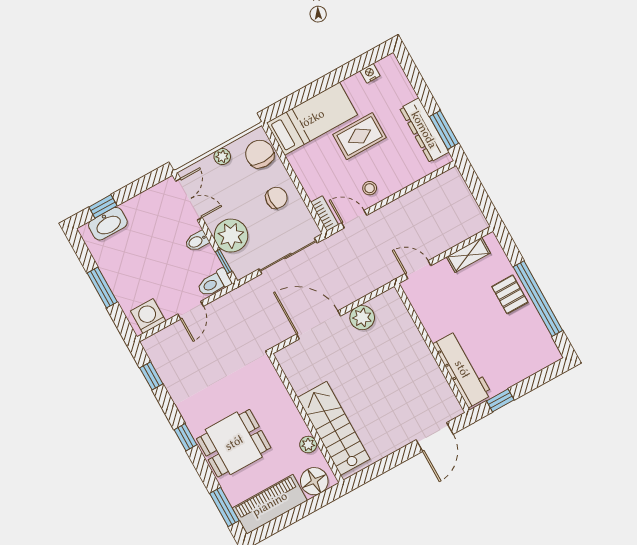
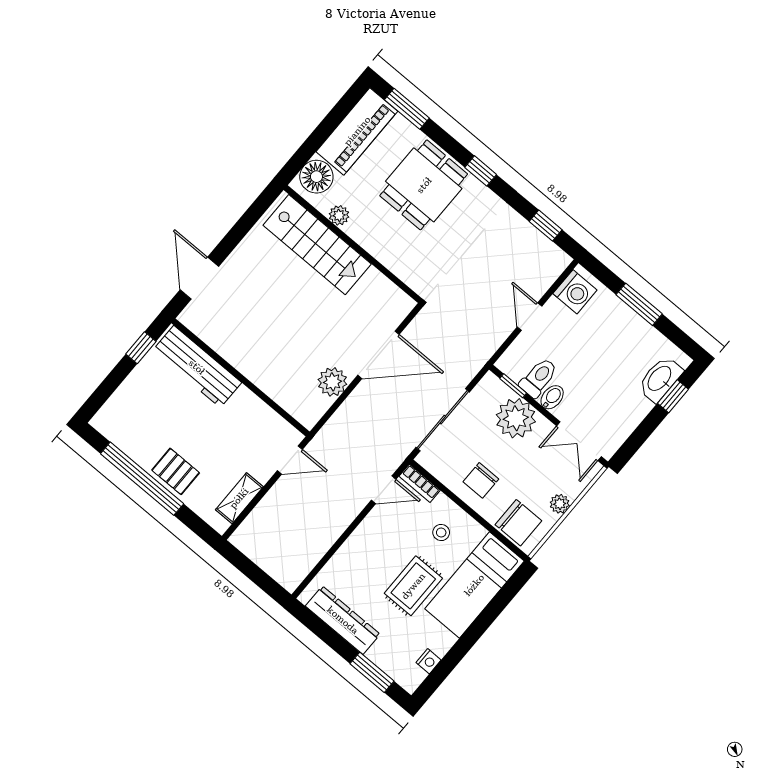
window: (444, 130) -> (372, 672), moved
stool: (370, 188) -> (441, 533), moved
toilet: (214, 283) -> (539, 378), moved

